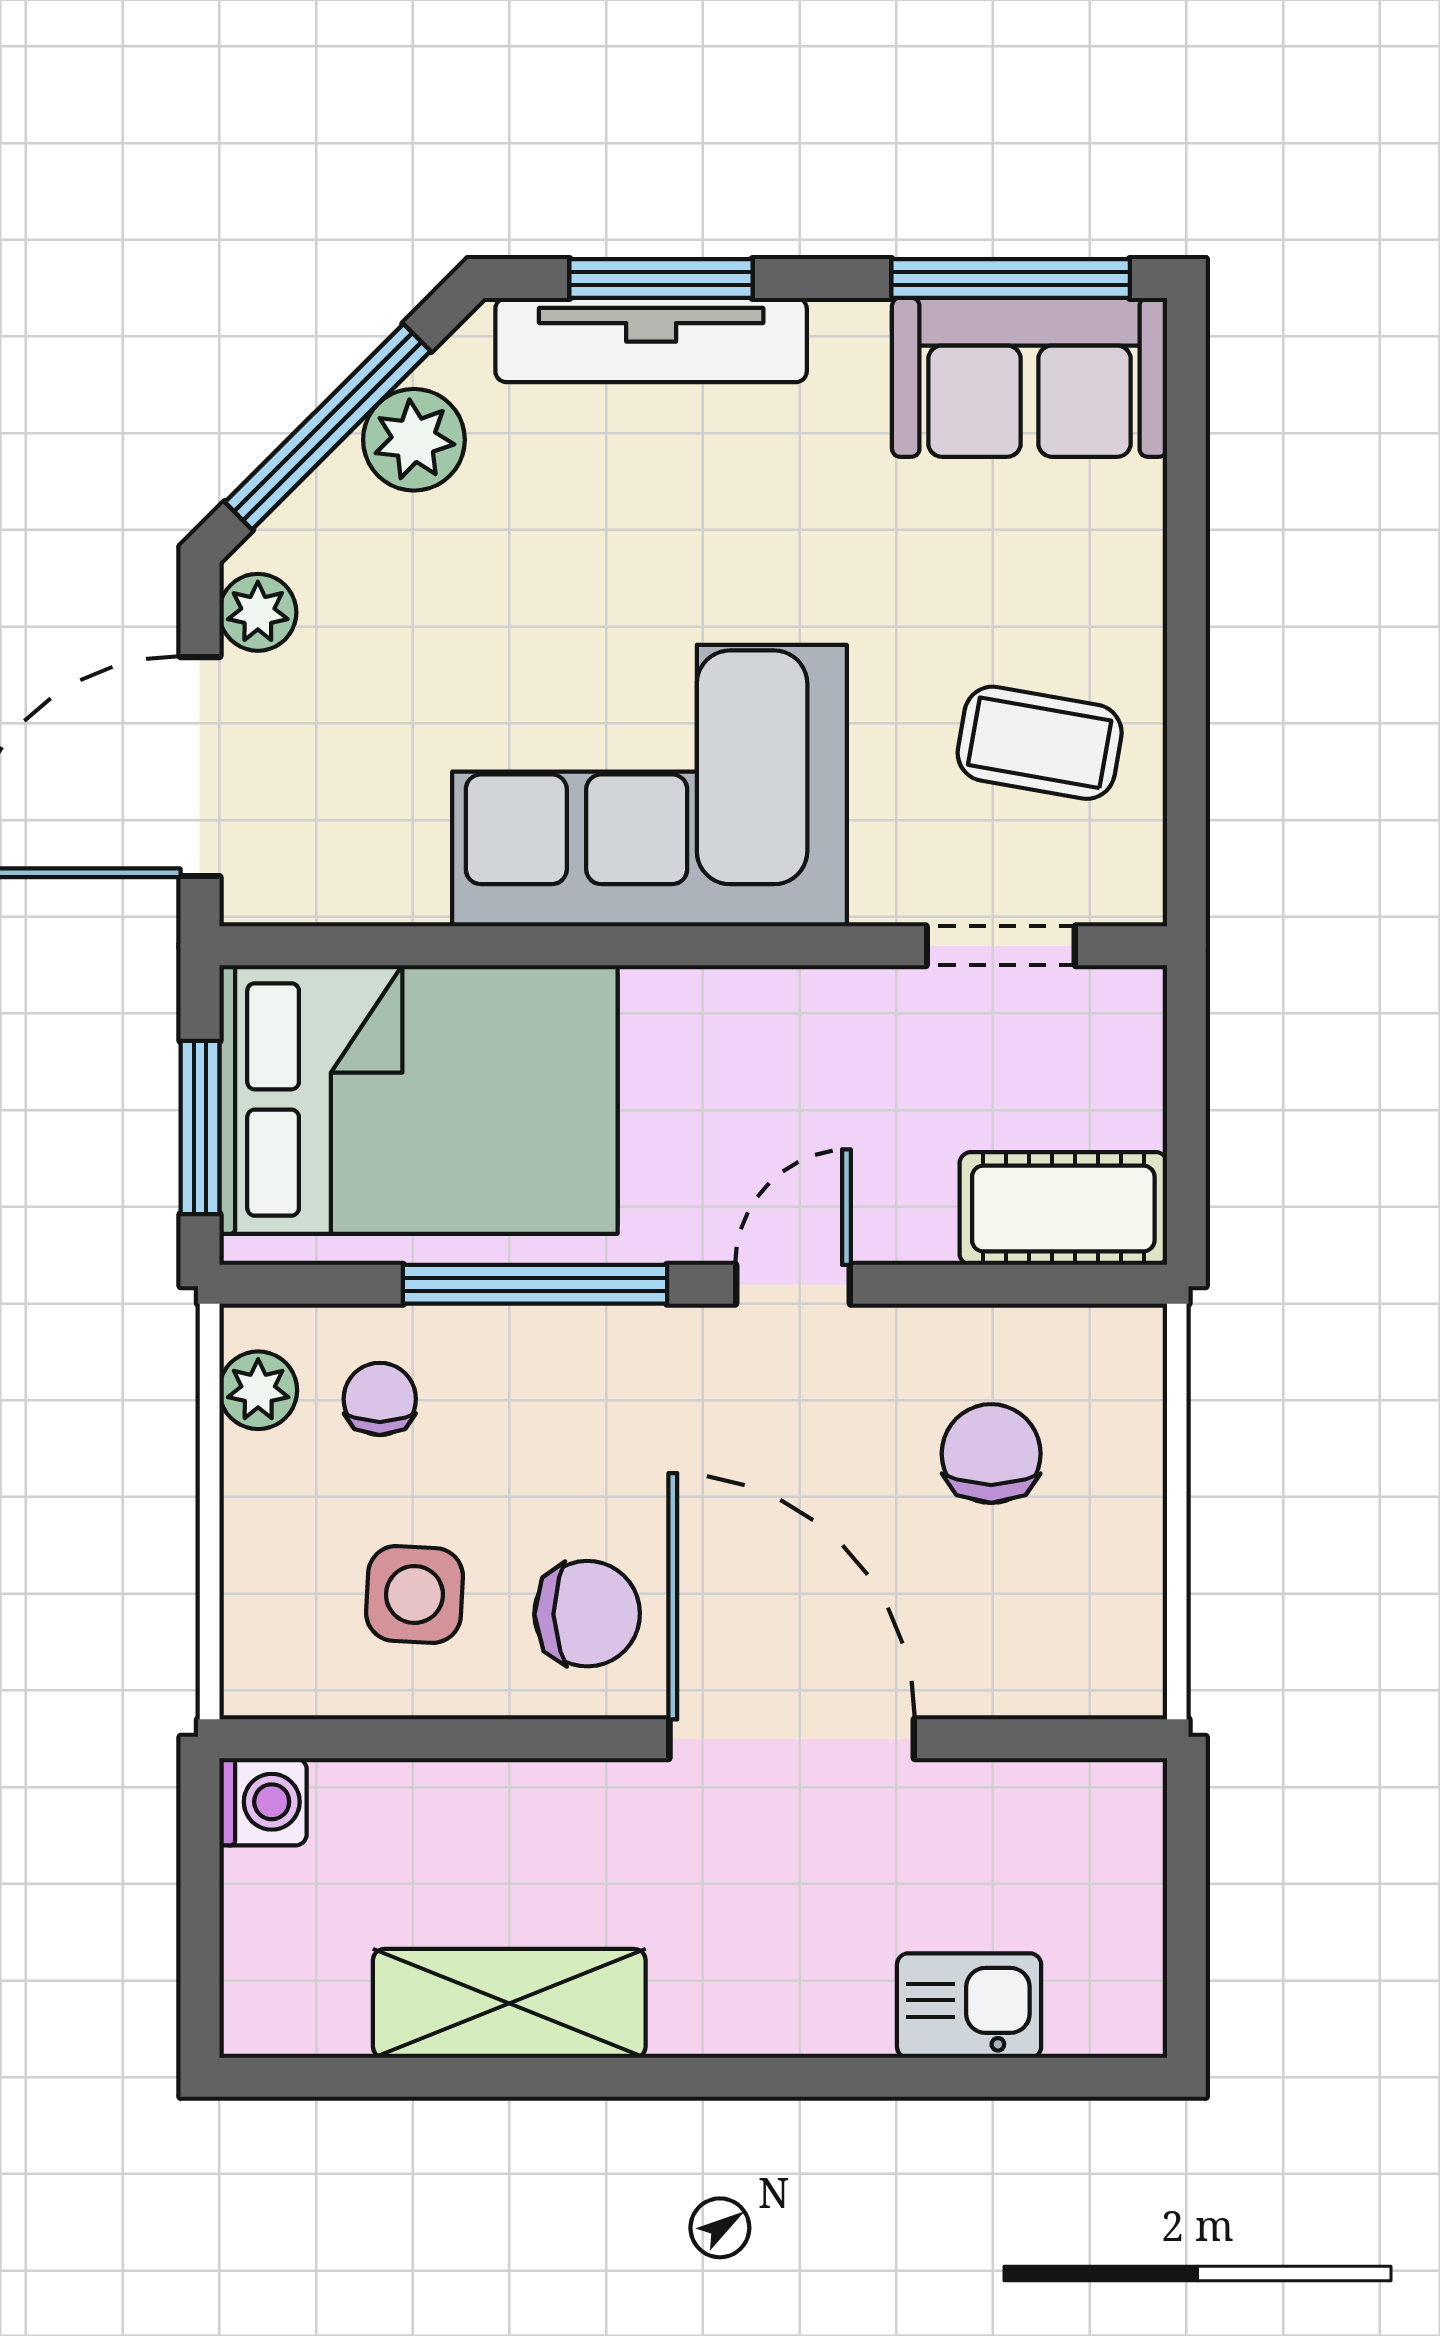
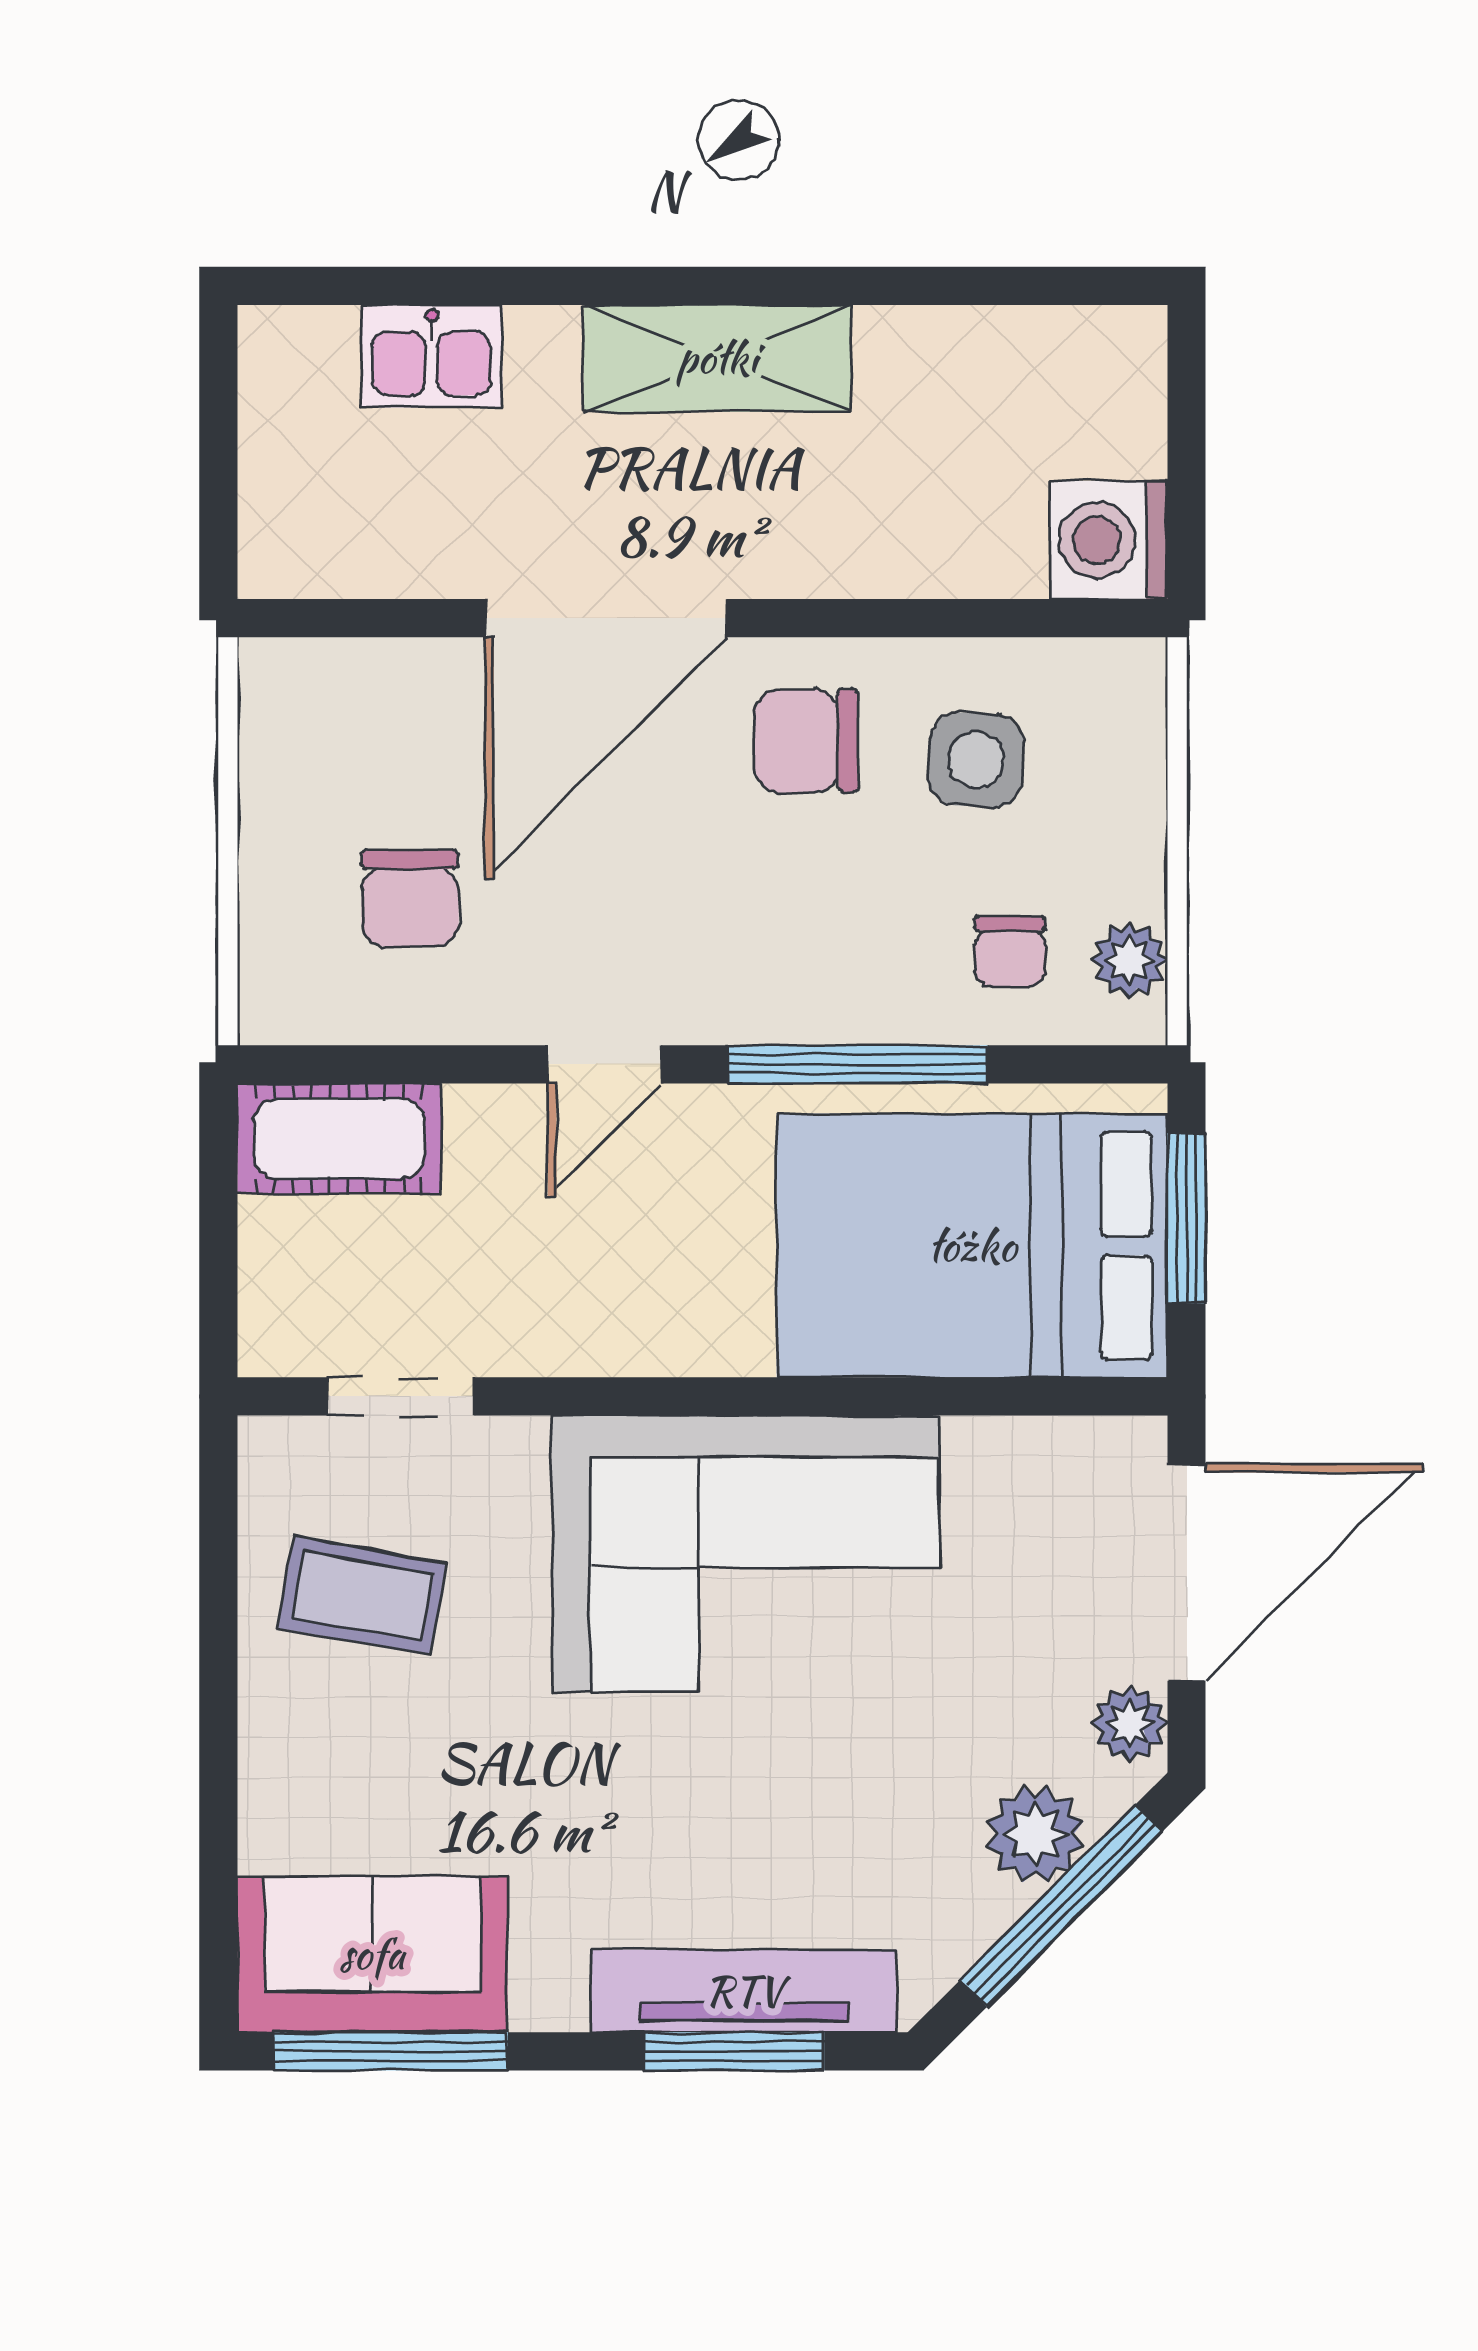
plant: (414, 440) -> (1035, 1834), moved
door: (792, 1739) -> (606, 618), hinge flipped
washing machine: (263, 1802) -> (1108, 540), width x1.38, depth x1.38
shelving: (509, 2003) -> (717, 358), moved

